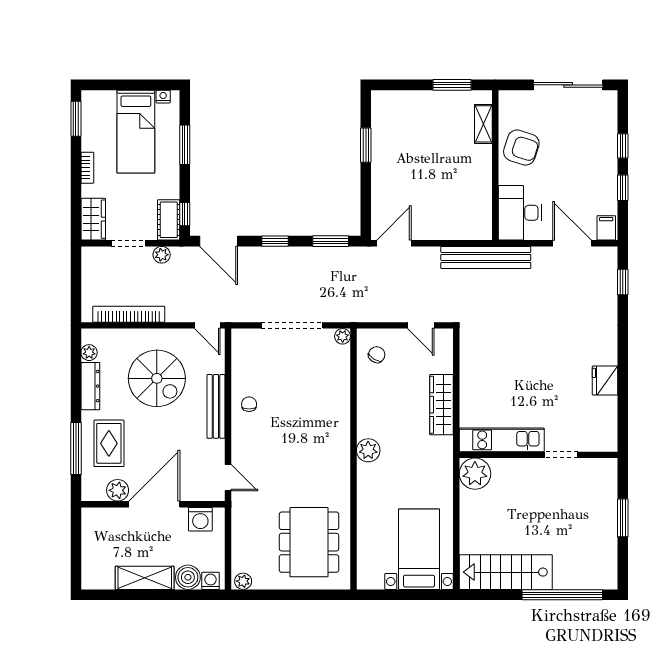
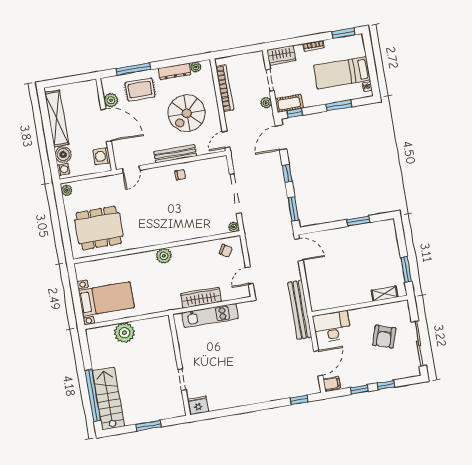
armchair: (521, 148) -> (384, 337), moved
fridge: (605, 381) -> (198, 405), moved
kitchen unit: (502, 440) -> (210, 316), moved, turned 90
plant: (475, 474) -> (124, 333), moved
stairs: (506, 572) -> (108, 399), moved
shelving: (145, 578) -> (57, 118), width x1.47

